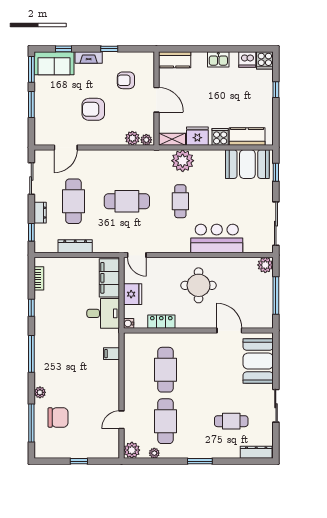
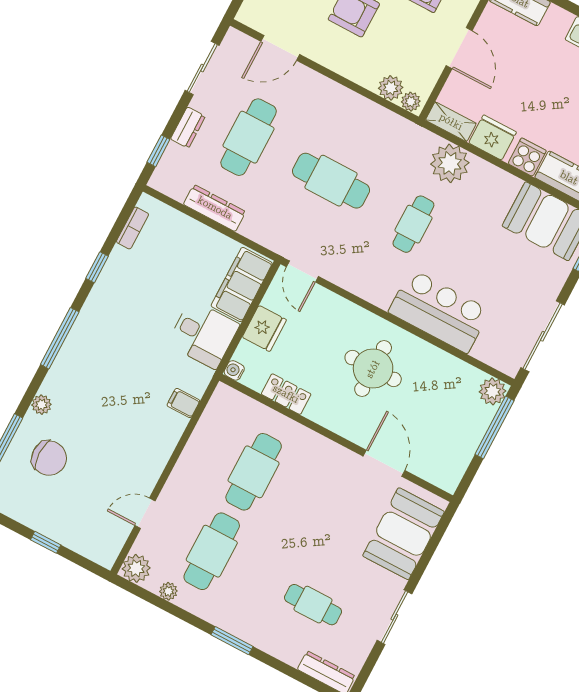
window: (276, 295) -> (495, 427), moved

